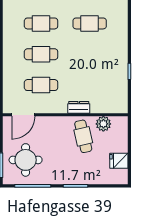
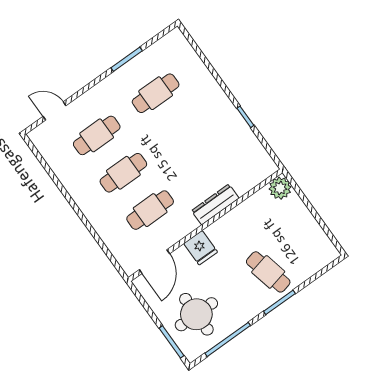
dresser: (79, 107) -> (215, 204), width x1.44
plant: (103, 124) -> (280, 188), moved
cafe table: (83, 136) -> (268, 272), moved
fridge: (119, 161) -> (201, 248), moved, turned -90

